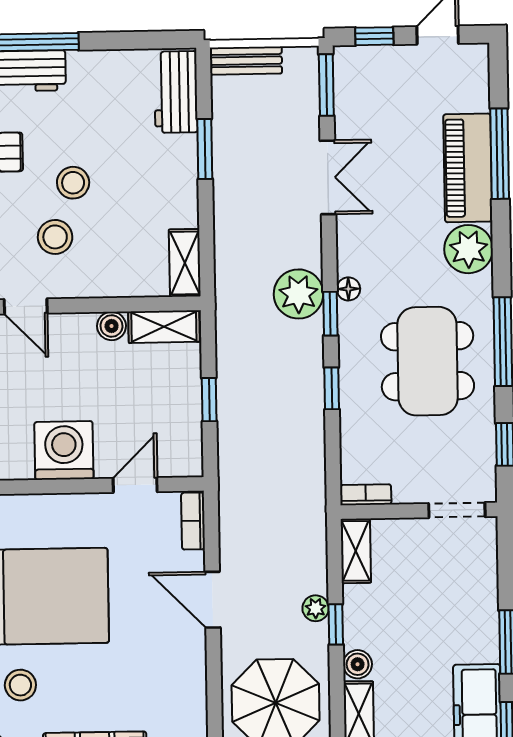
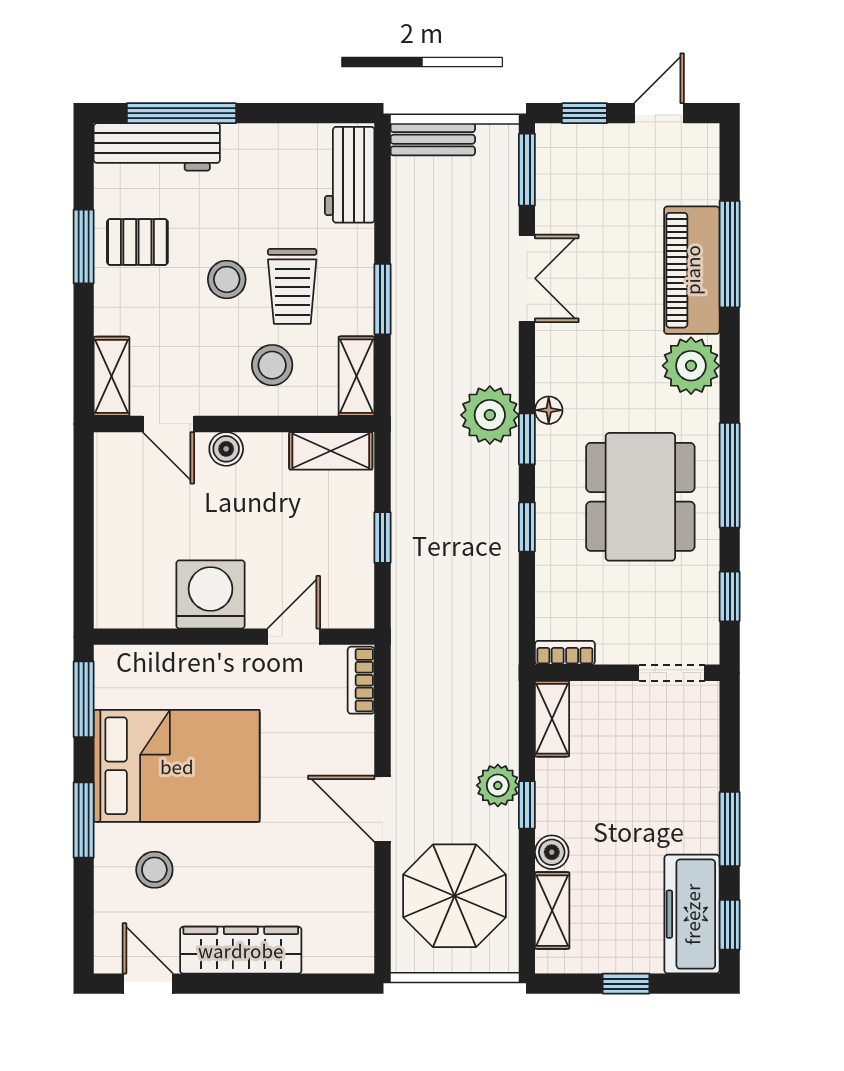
window: (205, 149) -> (383, 299), moved
trolley: (129, 188) -> (292, 286), added
stool: (55, 237) -> (272, 365), moved
boiler: (112, 326) -> (226, 449), moved
door: (213, 600) -> (383, 809), moved
plant: (316, 608) -> (498, 785), width x1.38, depth x1.38

